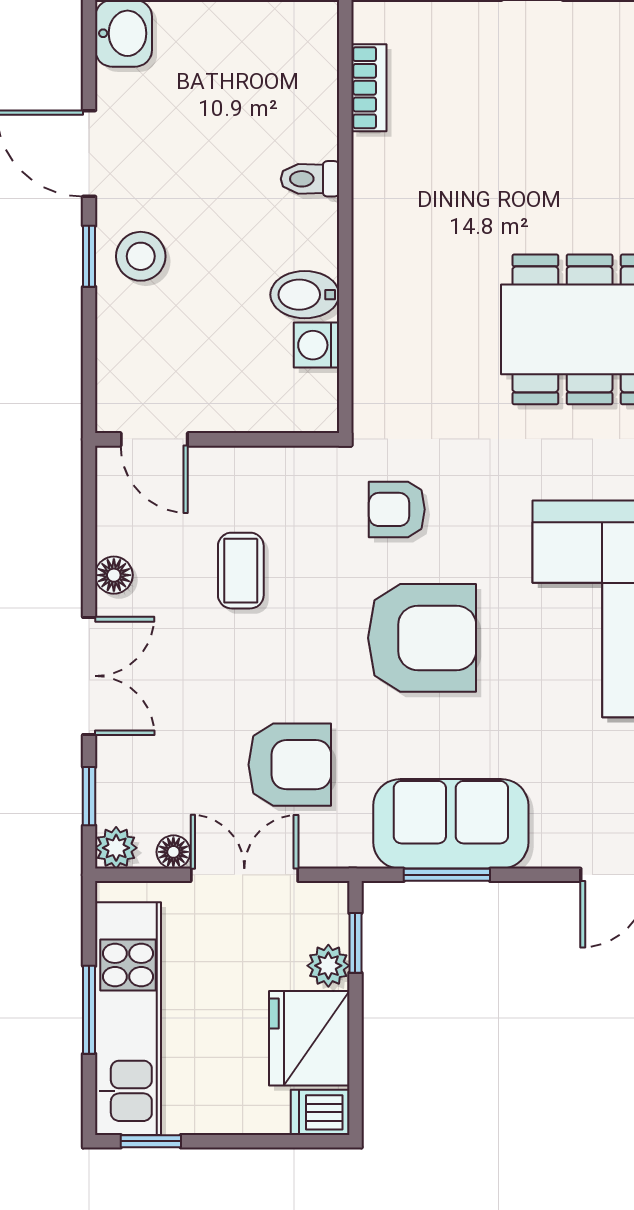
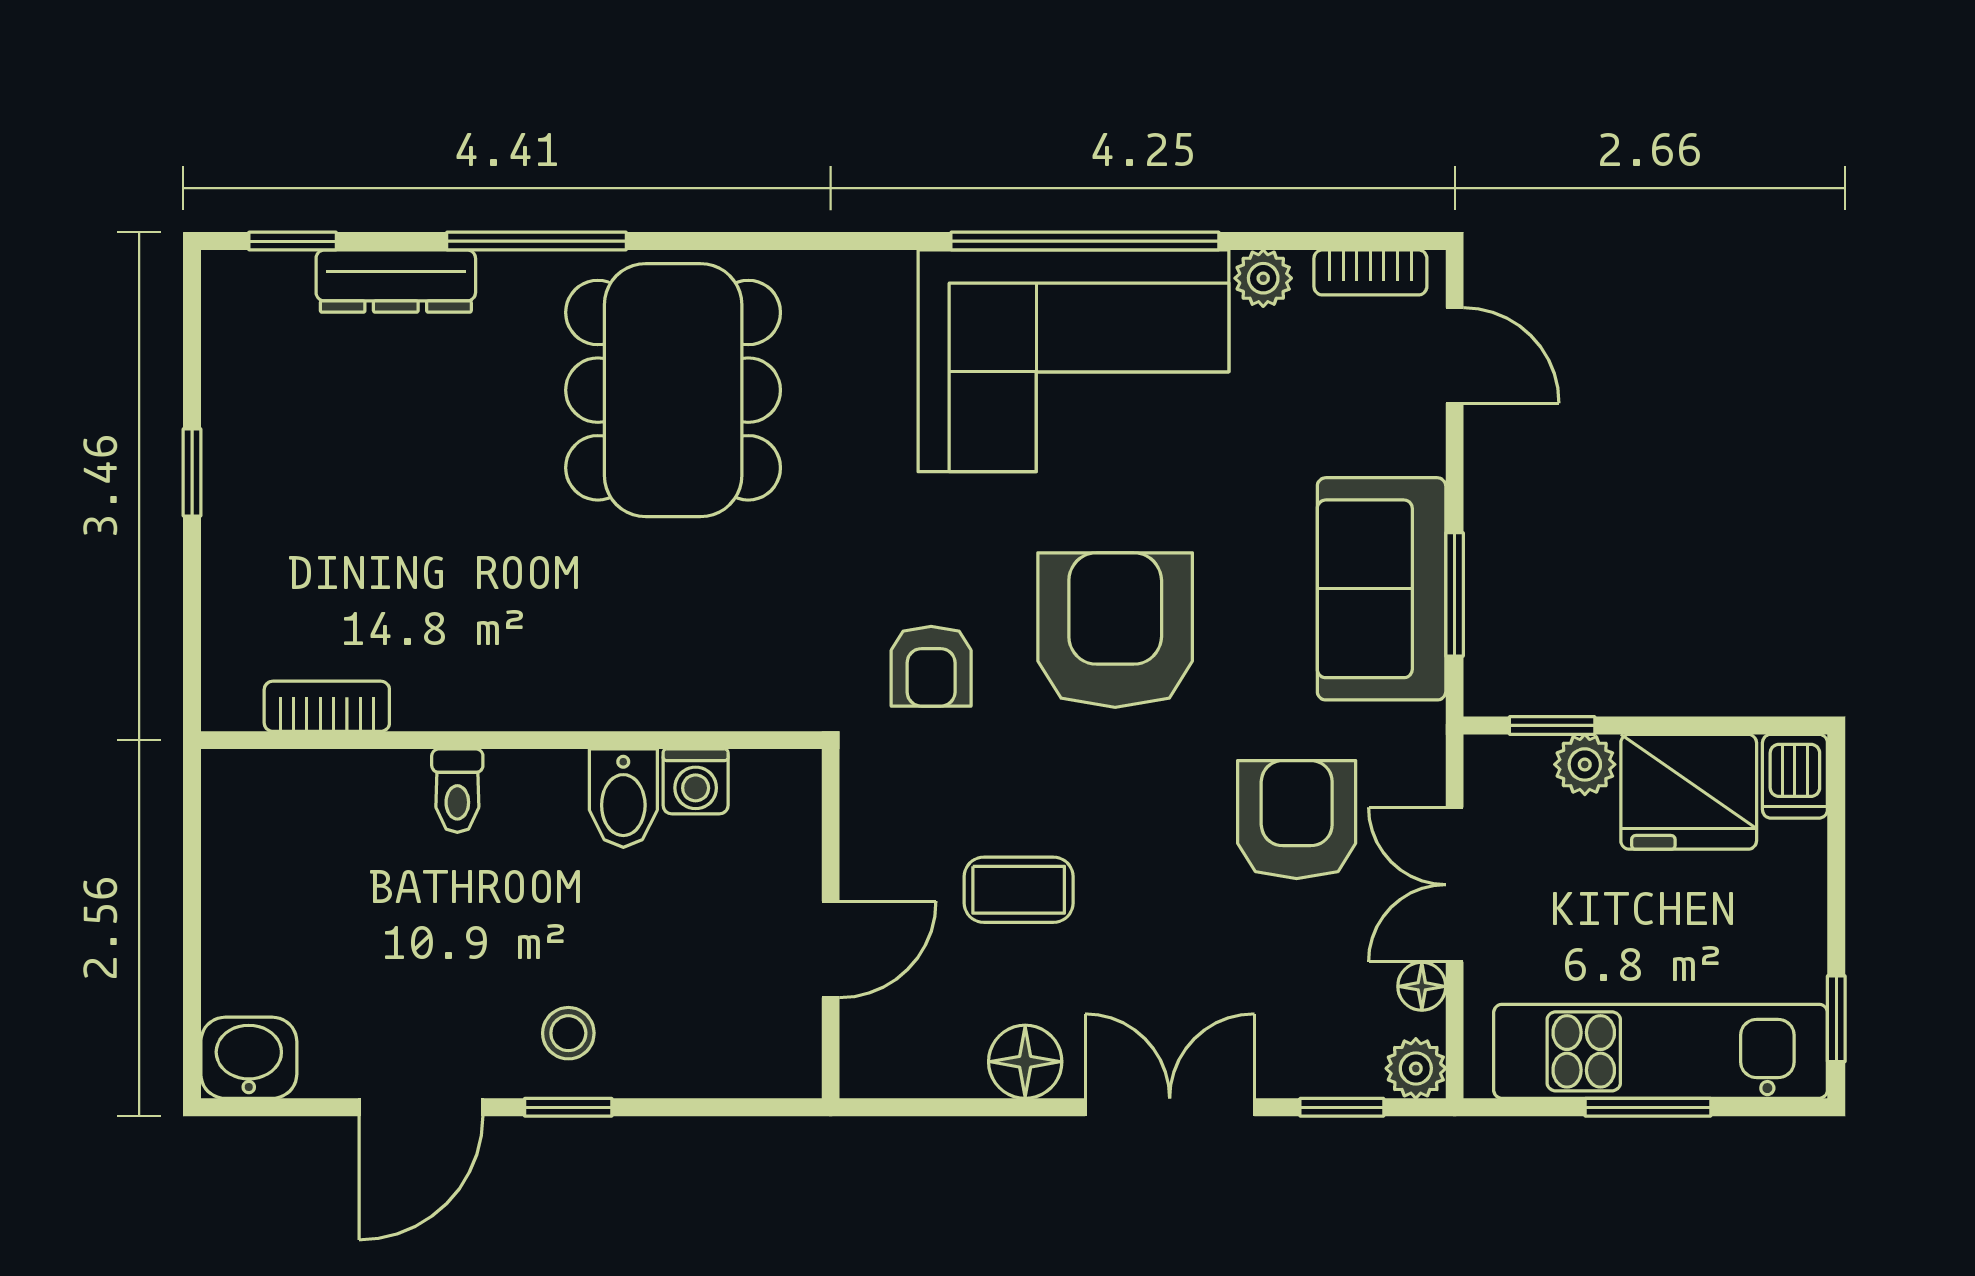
stool: (141, 256) -> (568, 1033), width x0.73, depth x0.73
door: (154, 439) -> (831, 949), moved
floor lamp: (114, 575) -> (1025, 1062), width x1.37, depth x1.37

